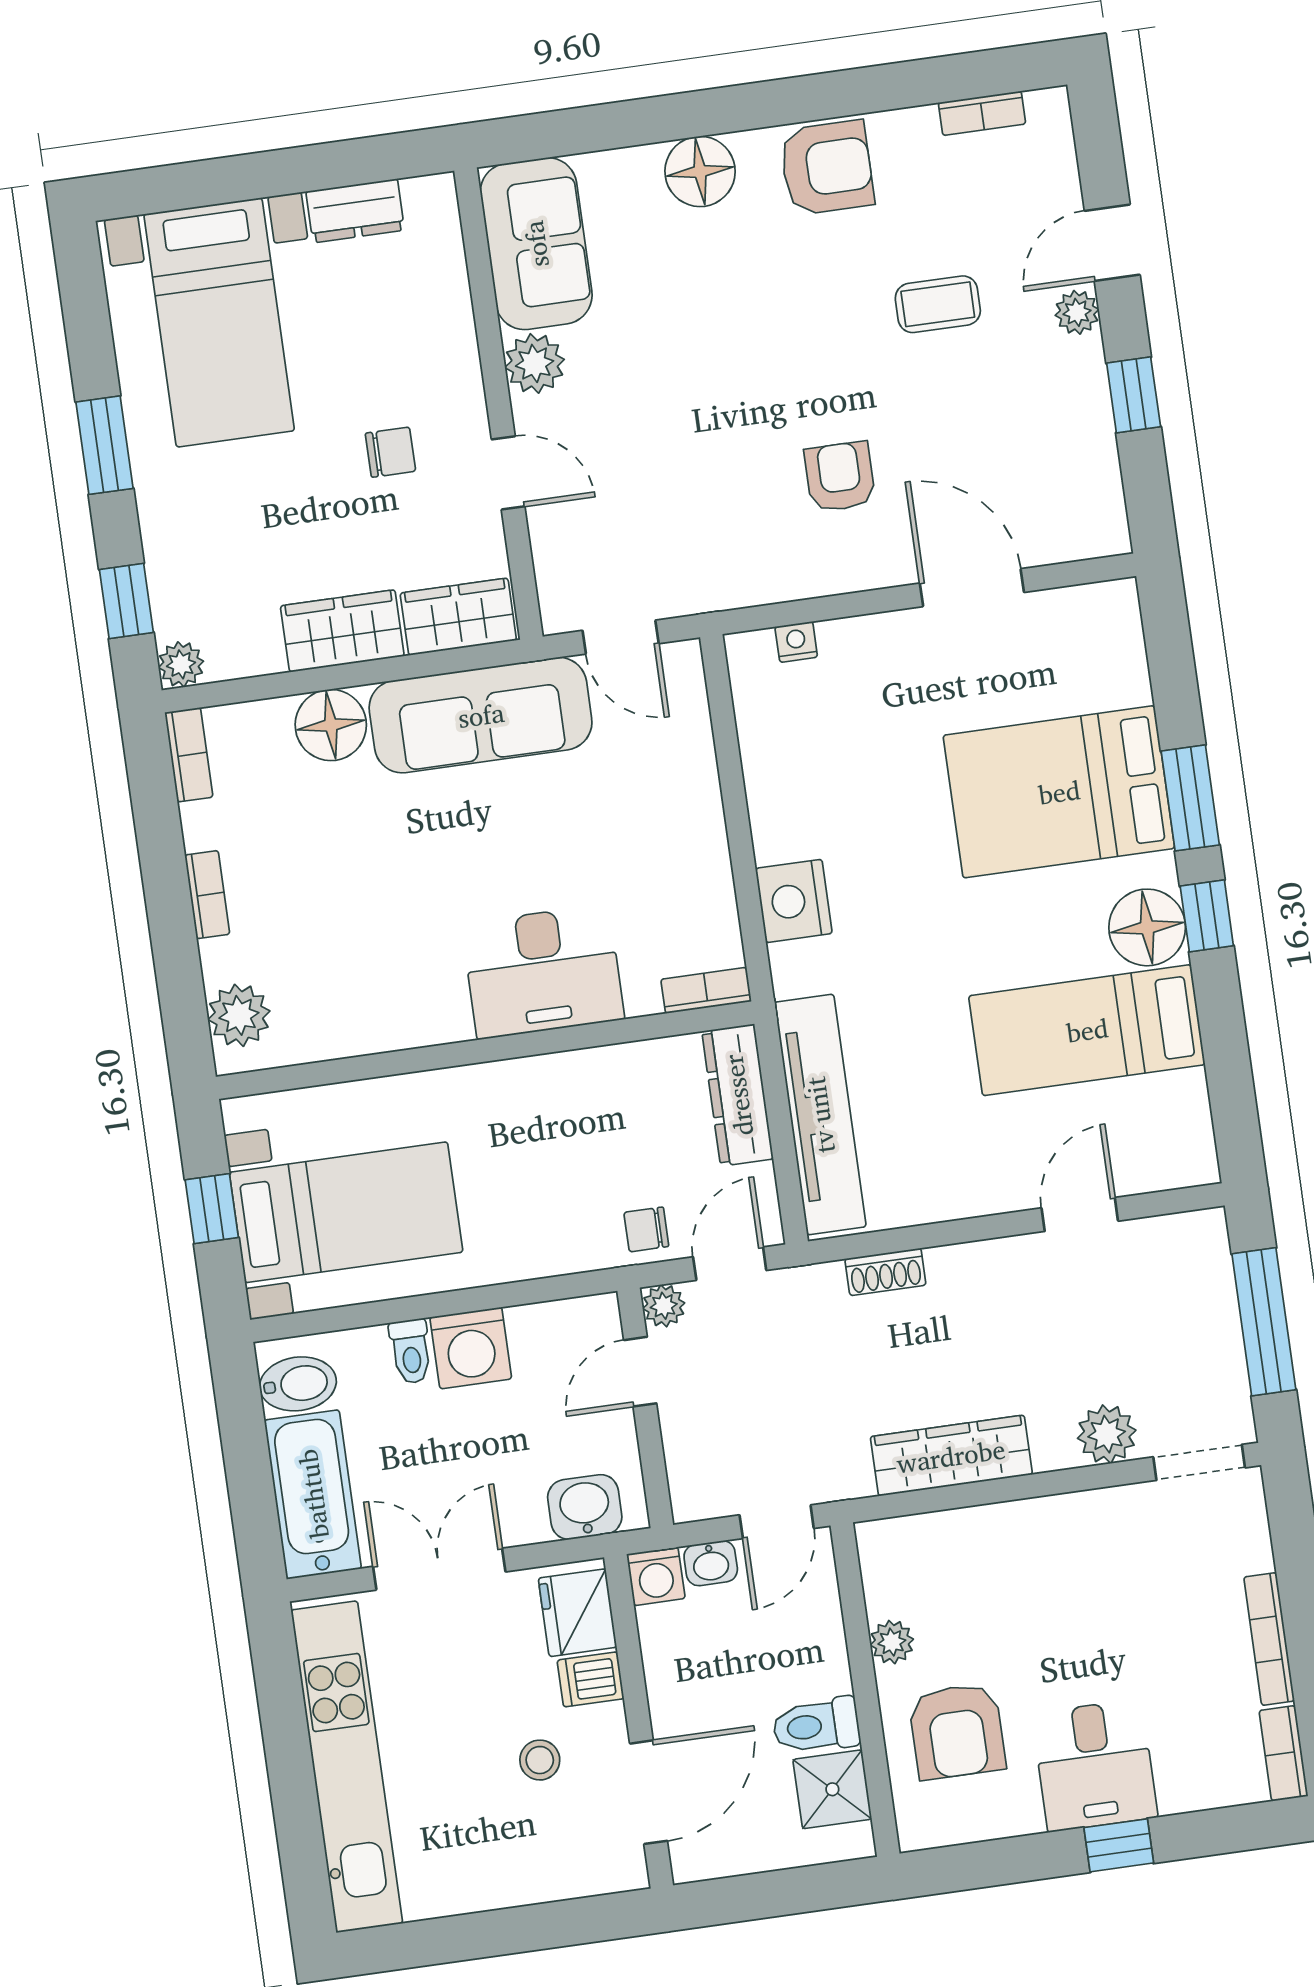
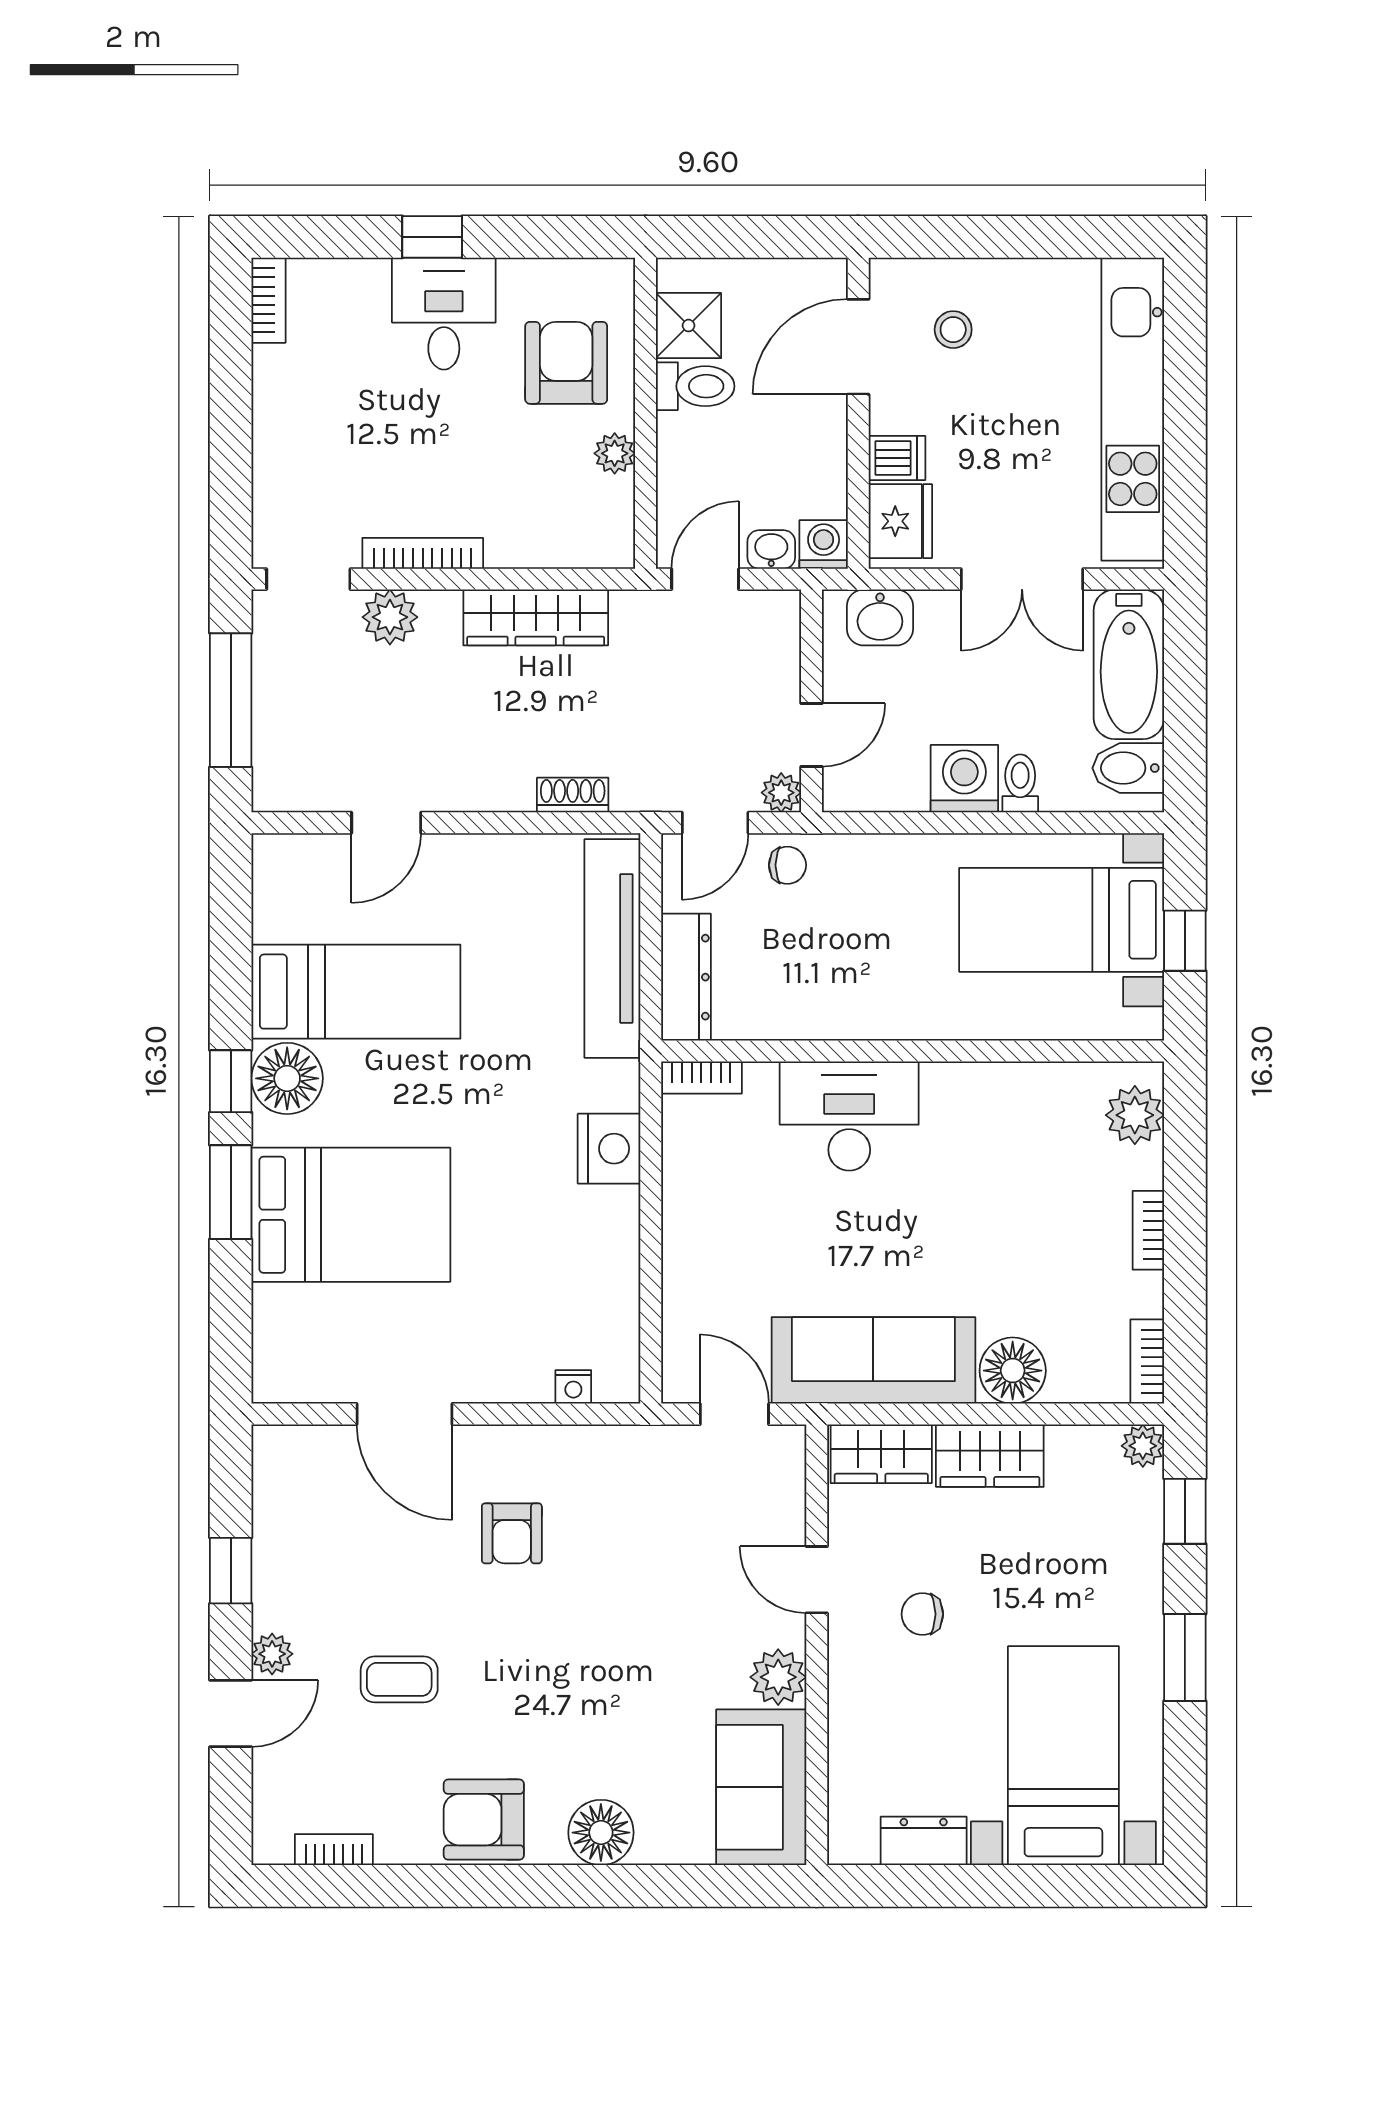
bookcase: (1269, 1639) -> (423, 553), moved, turned -90
stool: (540, 1760) -> (953, 330), moved

